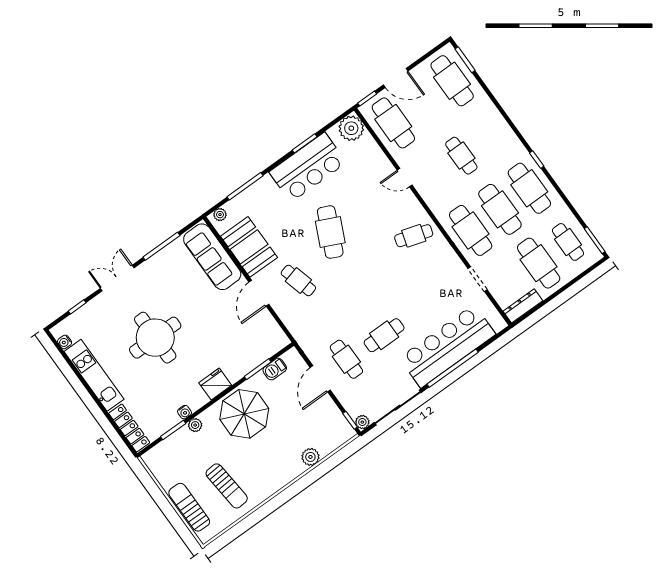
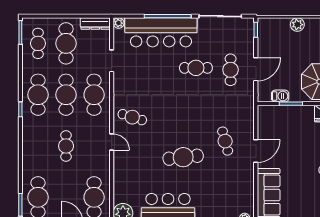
door: (405, 178) -> (112, 142), moved
cafe table: (330, 232) -> (183, 157), turned 59
booth: (249, 247) -> (241, 185), removed
plant: (362, 422) -> (119, 23), moved

